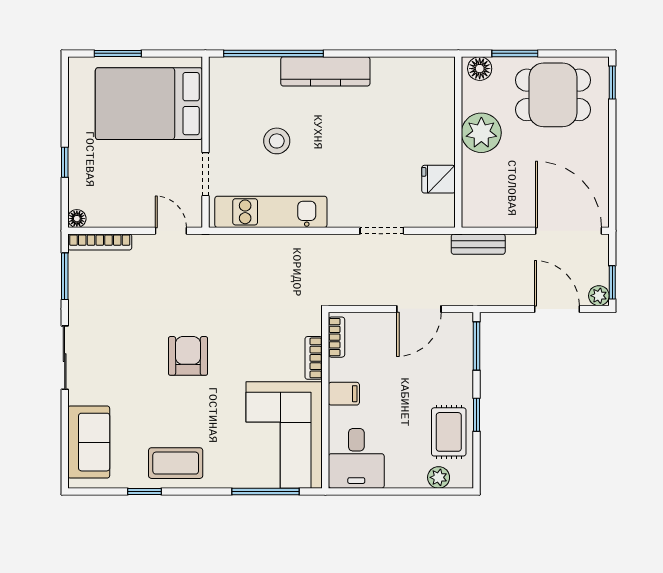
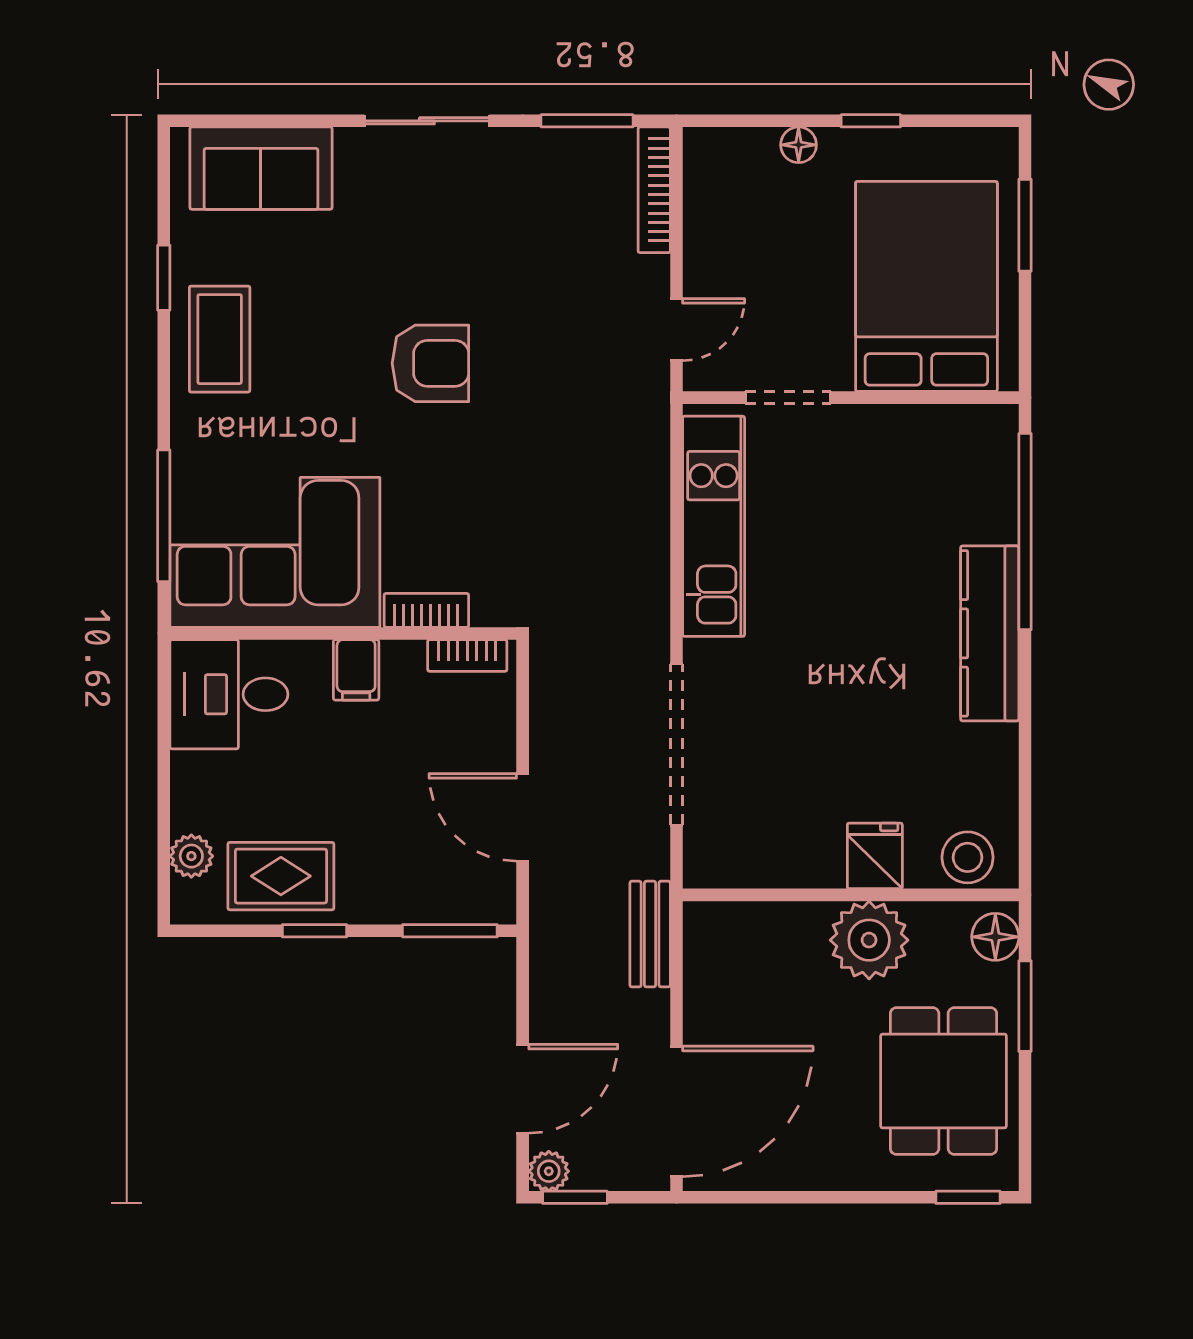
stool: (277, 141) -> (968, 857), moved
window: (65, 162) -> (871, 121), moved
fridge: (439, 179) -> (875, 856), moved
floor lamp: (77, 219) -> (799, 145), moved
doorway: (382, 231) -> (676, 744), width x1.87

